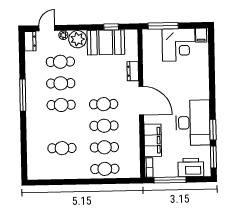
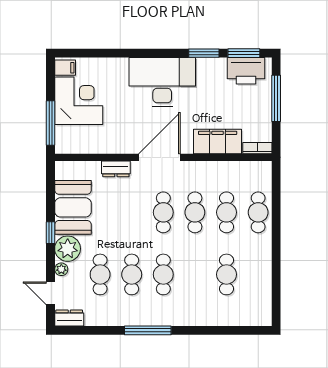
window: (111, 27) -> (50, 233), moved
desk: (193, 123) -> (162, 82), moved
printer: (191, 167) -> (246, 71), moved, turned -90
window: (170, 180) -> (276, 98), moved

